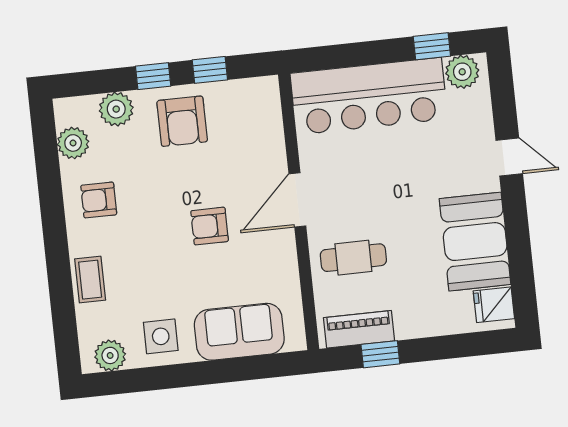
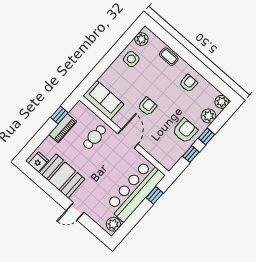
window: (432, 46) -> (155, 195), moved
armchair: (182, 121) -> (185, 131), turned 90
plant: (73, 143) -> (222, 102), moved
piano: (359, 329) -> (63, 128), moved
sofa: (239, 332) -> (103, 100), moved, turned -90

